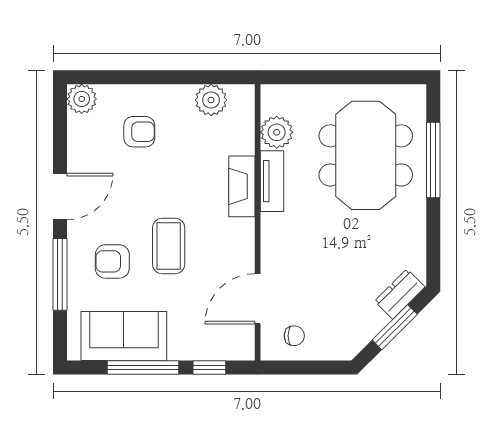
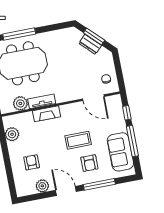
plant: (82, 99) -> (42, 186), moved
dresser: (400, 294) -> (90, 44), moved

